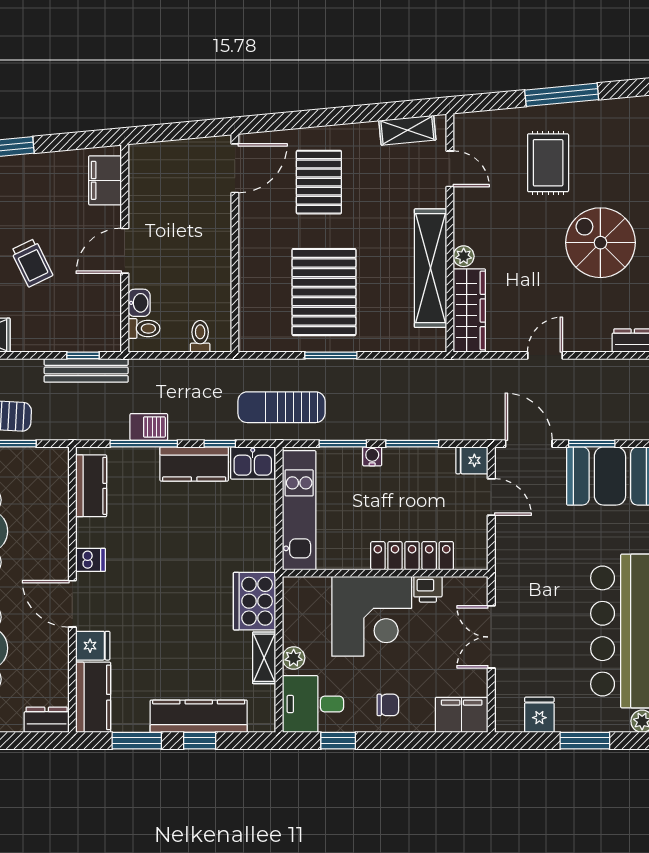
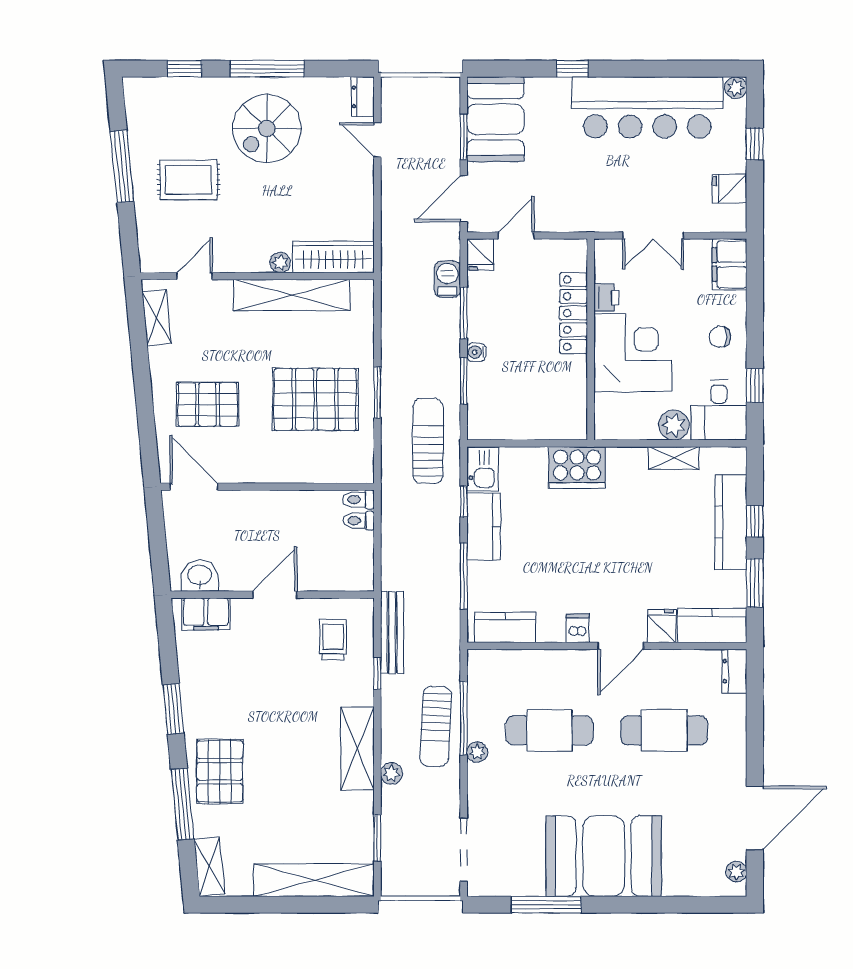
door: (125, 251) -> (275, 595), swing flipped
trolley: (32, 263) -> (333, 640), moved, turned -64
washbasin: (139, 303) -> (200, 576), moved, width x1.38, depth x1.45
toilet: (144, 328) -> (358, 499), moved, turned -90
window: (83, 355) -> (377, 673), moved
door: (545, 355) -> (377, 140), moved
sun lounger: (281, 407) -> (428, 441), turned 180
barbecue: (149, 427) -> (447, 279), moved
kitchen unit: (299, 510) -> (529, 424), removed
cooker: (254, 601) -> (577, 467), moved
plant: (294, 658) -> (674, 425), width x1.38, depth x1.38
chair: (388, 705) -> (720, 337), turned -90
window: (585, 741) -> (755, 144), width x0.67

